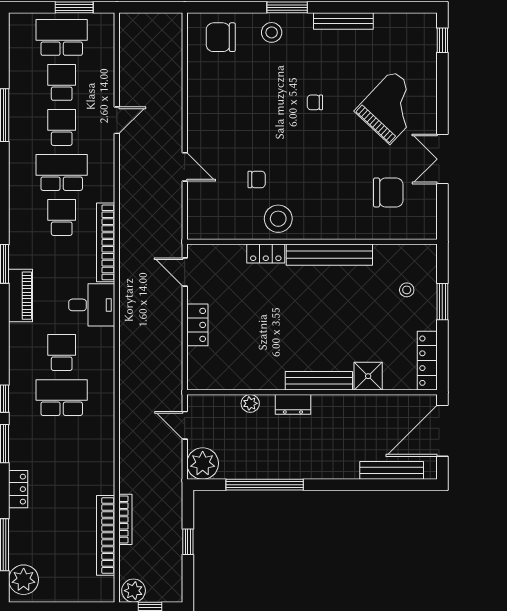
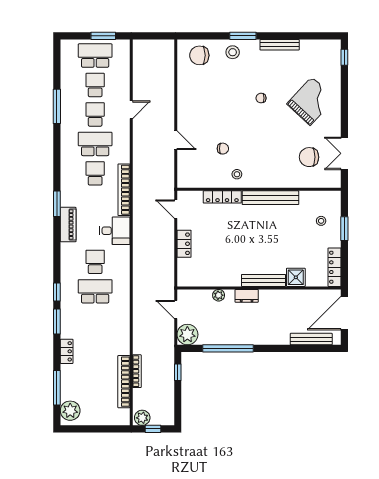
double door: (442, 159) -> (344, 153), moved
chair: (388, 193) -> (309, 157), turned 180
stool: (278, 219) -> (237, 174), width x0.53, depth x0.53
locker: (266, 253) -> (222, 197), width x1.53
window: (188, 542) -> (178, 372), moved

